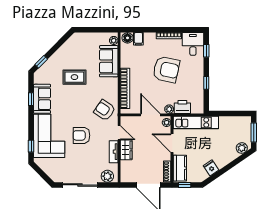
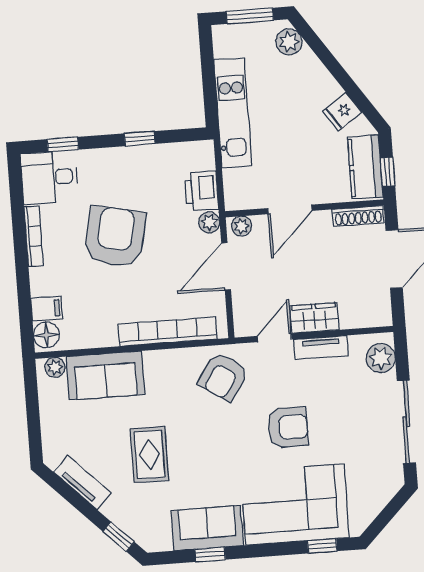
tv unit: (65, 48) -> (82, 483), added
kitchen unit: (196, 122) -> (233, 113), moved
armchair: (81, 135) -> (288, 427), turned -90
kitchen counter: (180, 168) -> (365, 167), moved, turned -90

